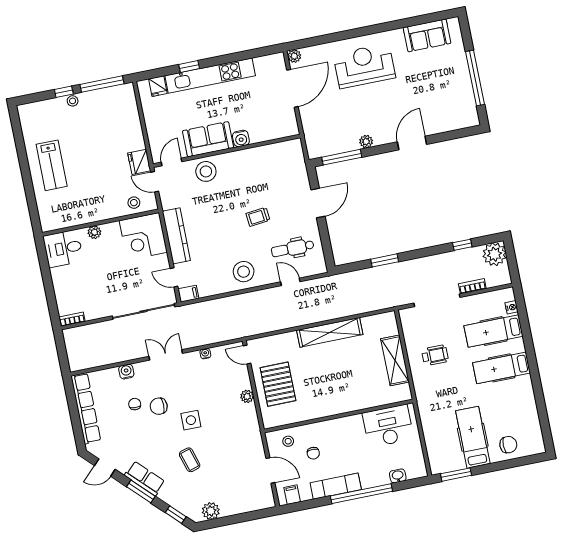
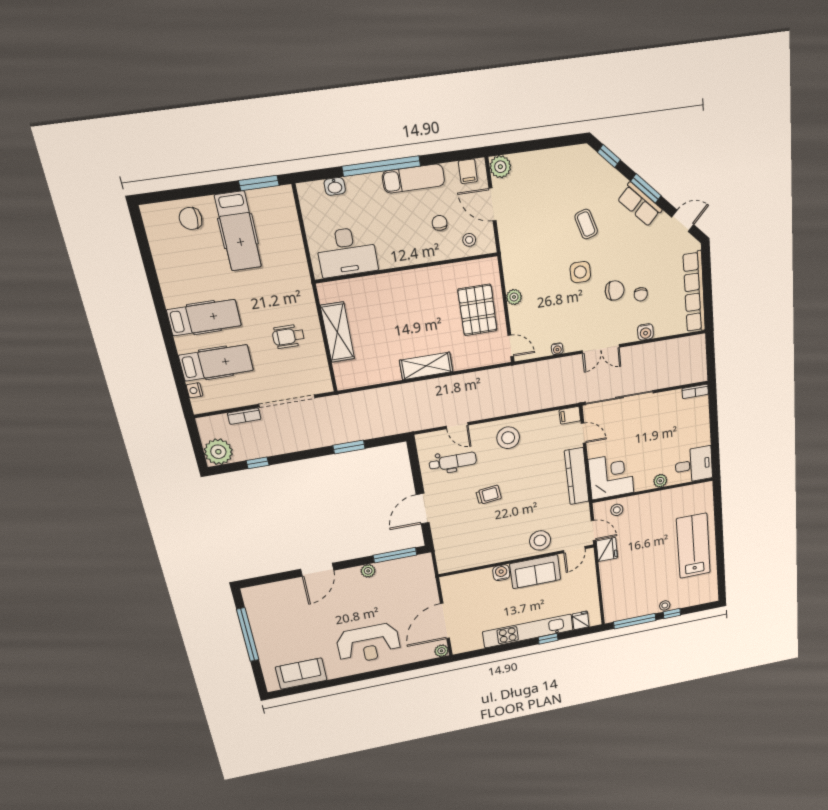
lab bench: (52, 165) -> (693, 546), width x1.36, depth x1.39
shelving: (330, 332) -> (426, 366), width x0.68
plant: (211, 511) -> (500, 167), moved

